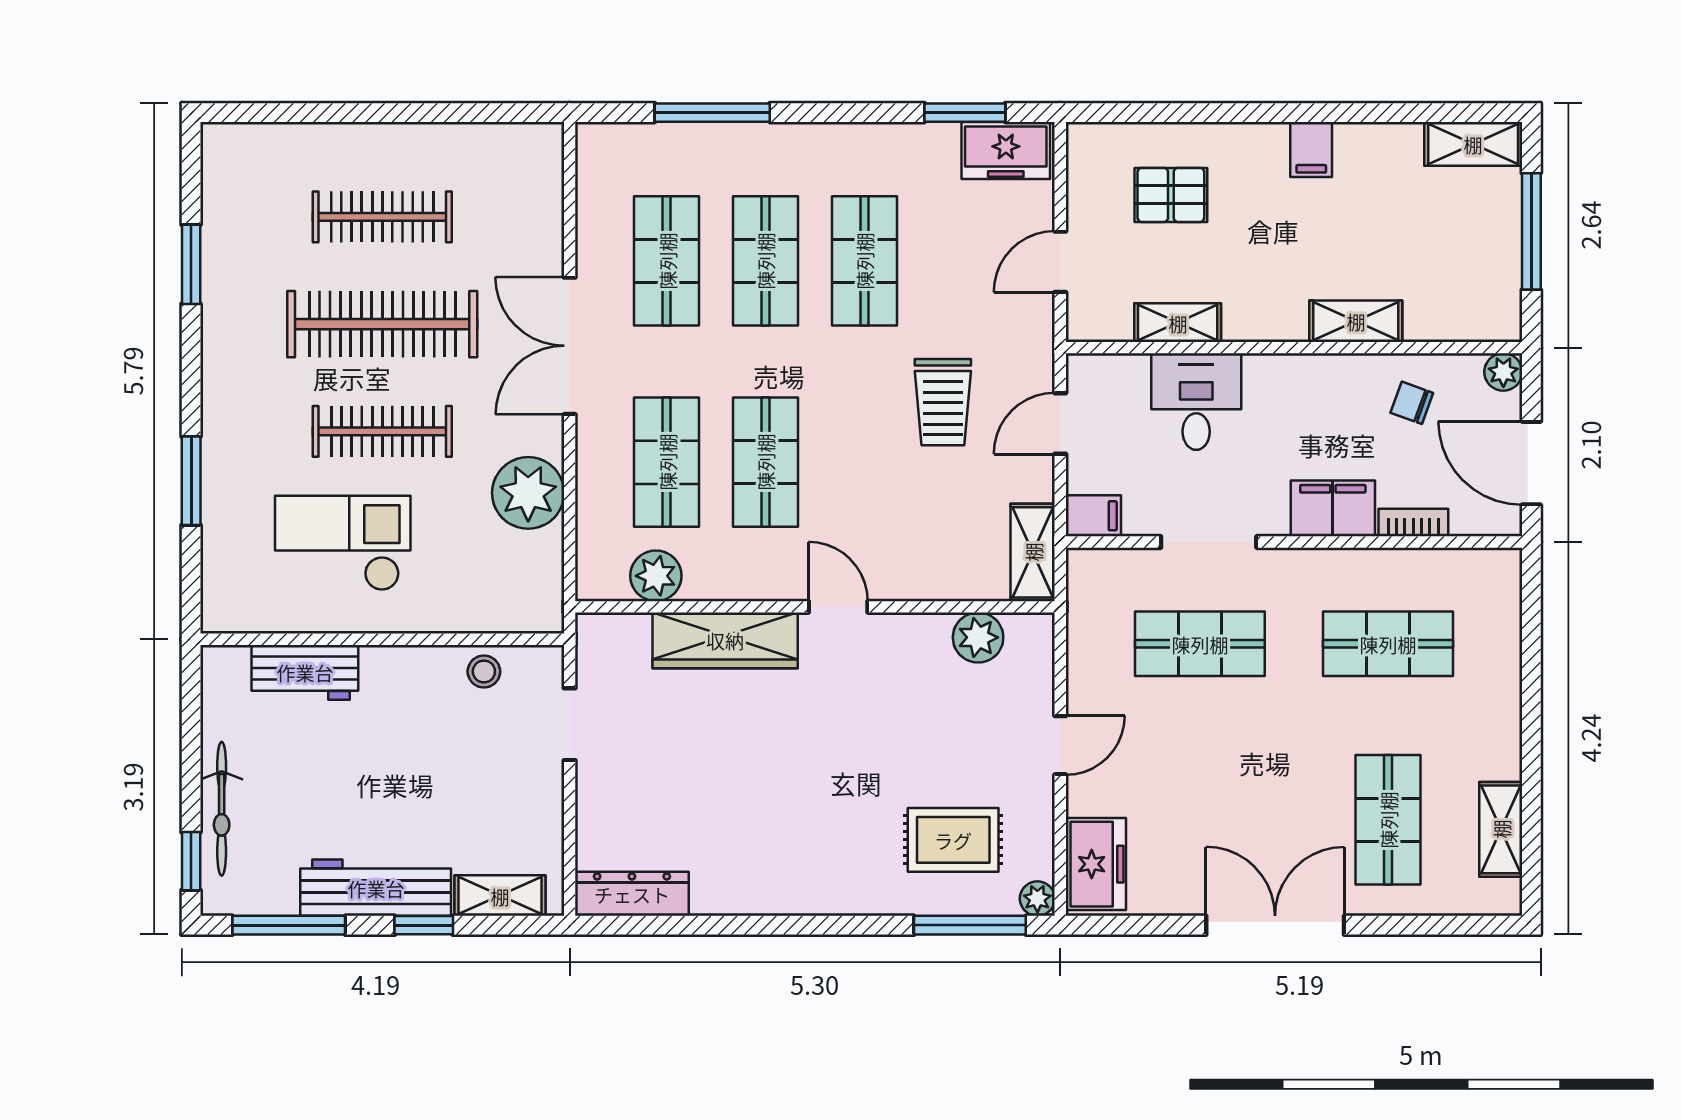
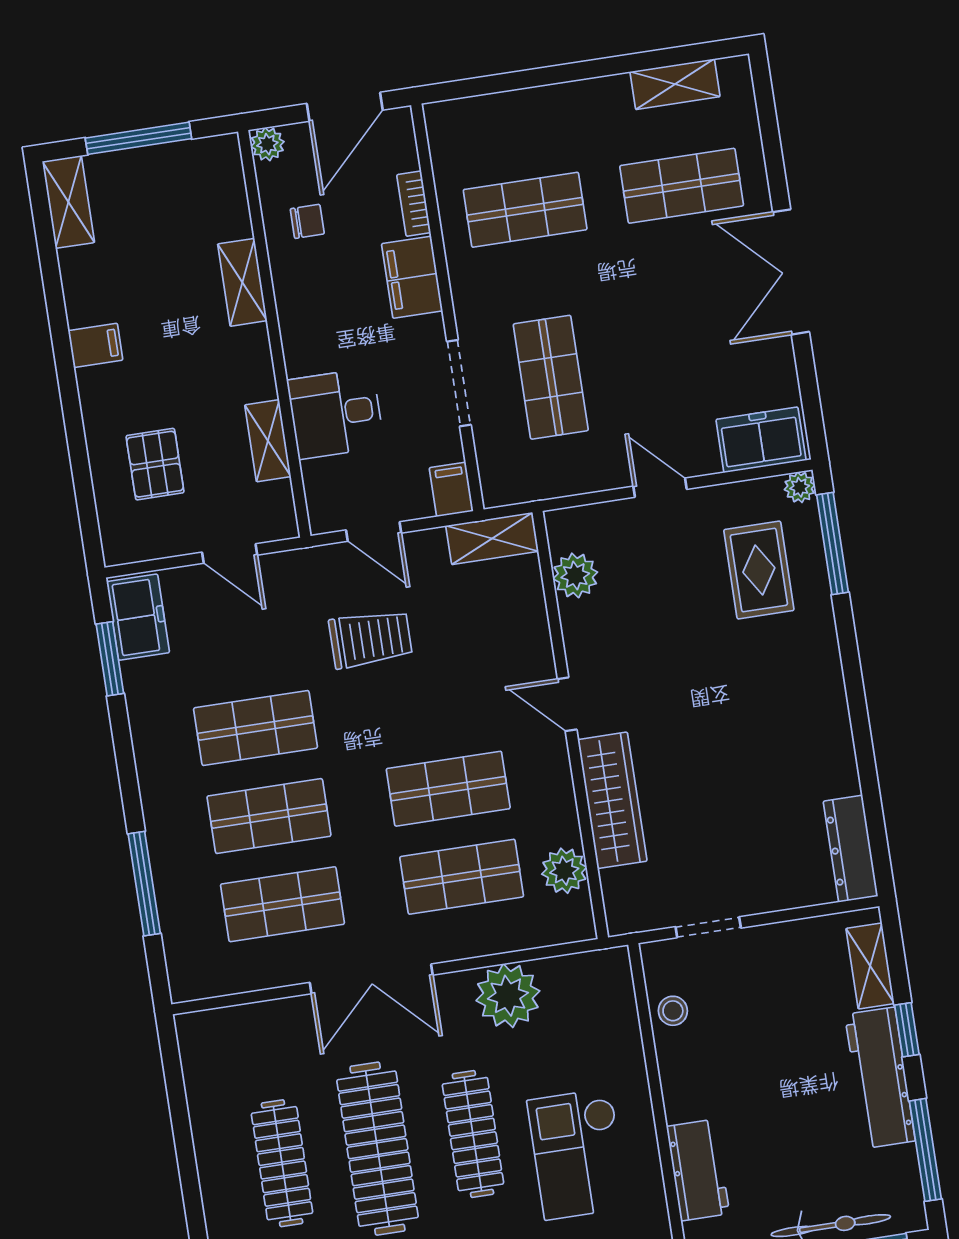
chair: (1412, 403) -> (307, 221), turned -110
door: (838, 607) -> (567, 704), hinge flipped
shop shelf: (1388, 644) -> (525, 210), turned 90

